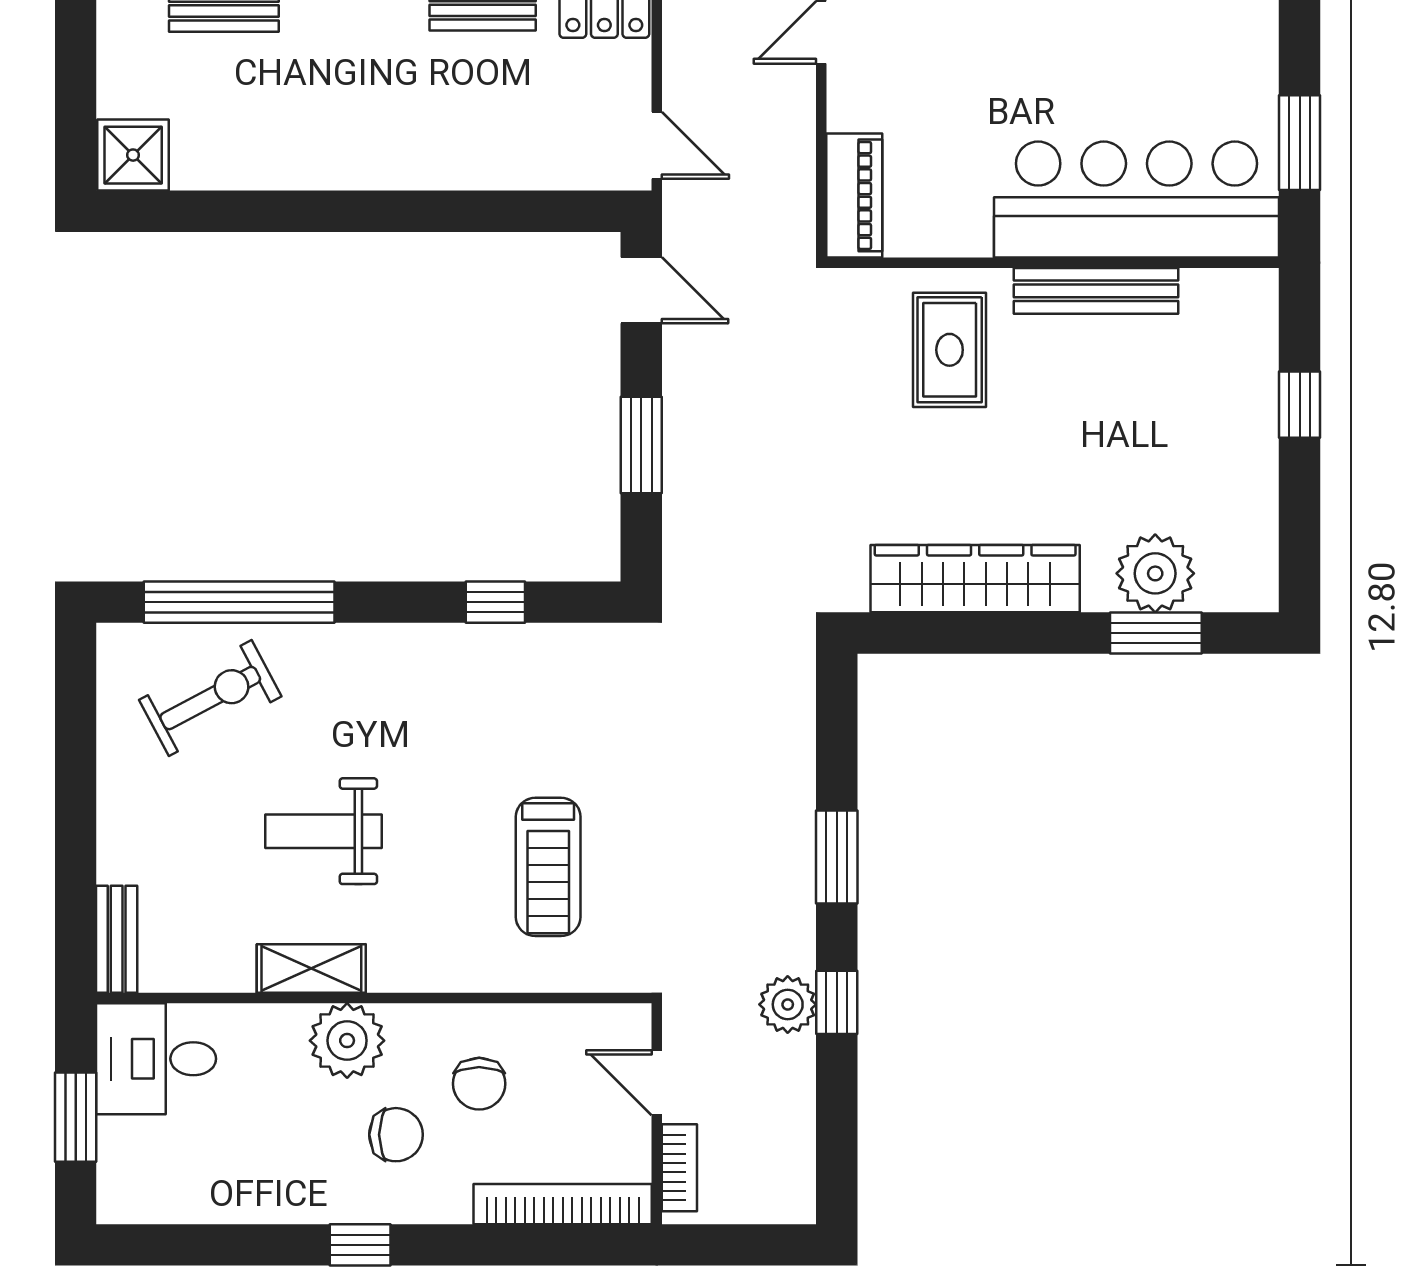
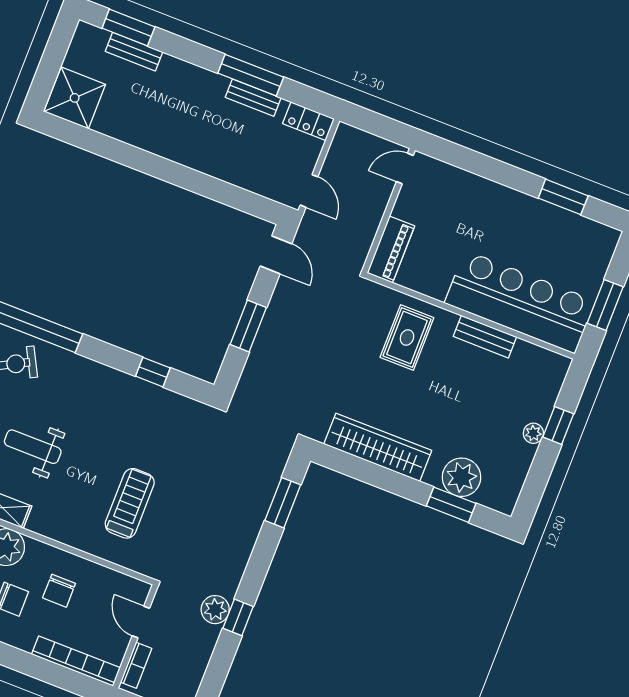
shower: (133, 155) -> (75, 98), width x1.36, depth x1.36
bench: (1096, 291) -> (485, 337), width x0.73
plant: (1259, 438) -> (533, 433), added
window: (837, 857) -> (283, 503), moved
treadmill: (548, 867) -> (130, 503), turned 180

